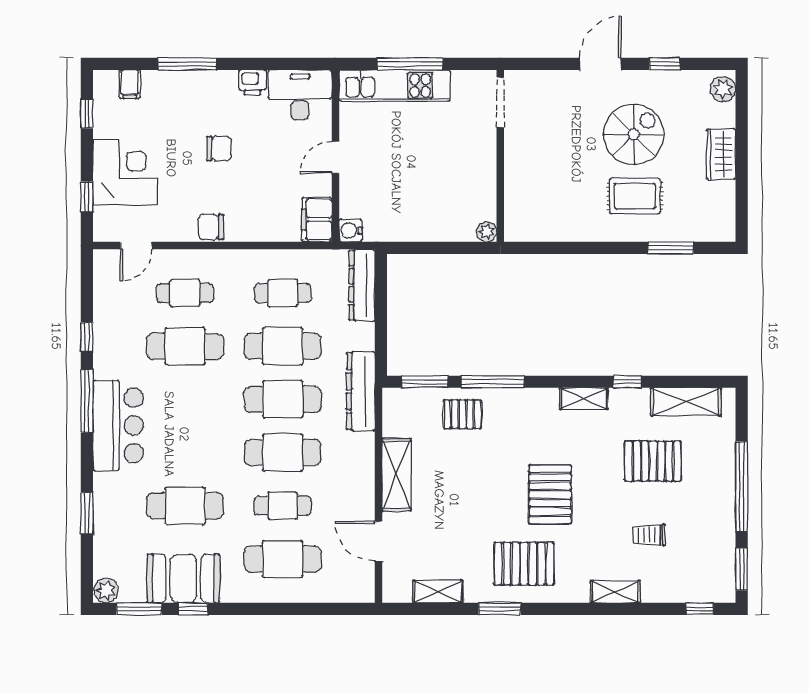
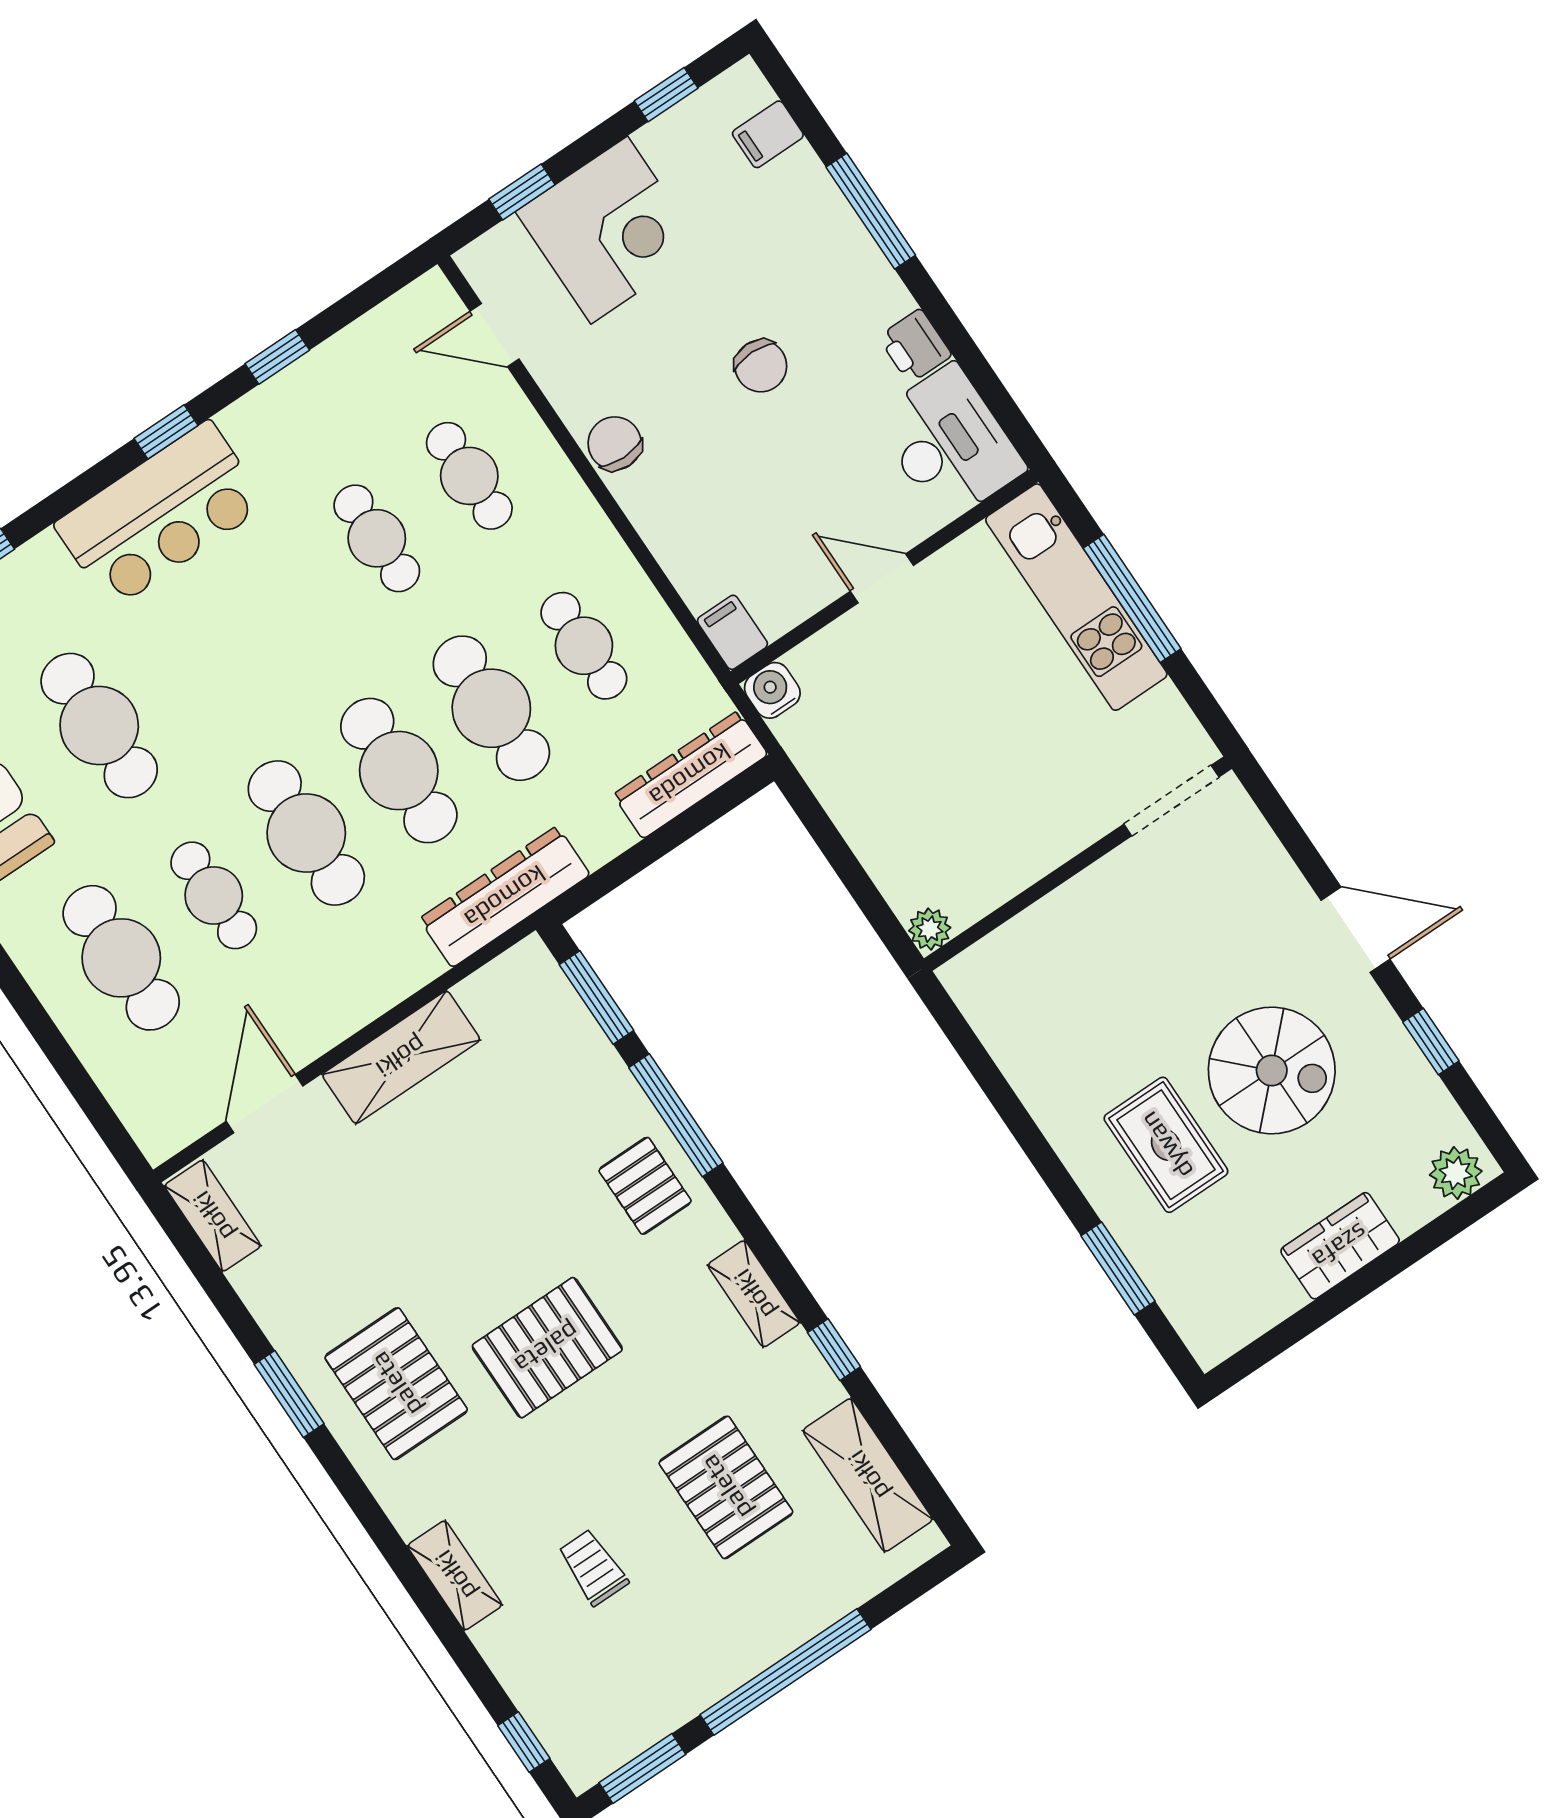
filing cabinet: (317, 220) -> (732, 632), width x0.50
cafe table: (185, 346) -> (377, 538), width x0.73, depth x0.74
window: (87, 401) -> (166, 432), width x0.46
pallet: (462, 414) -> (645, 1186), moved
shelving: (438, 592) -> (213, 1216), moved

